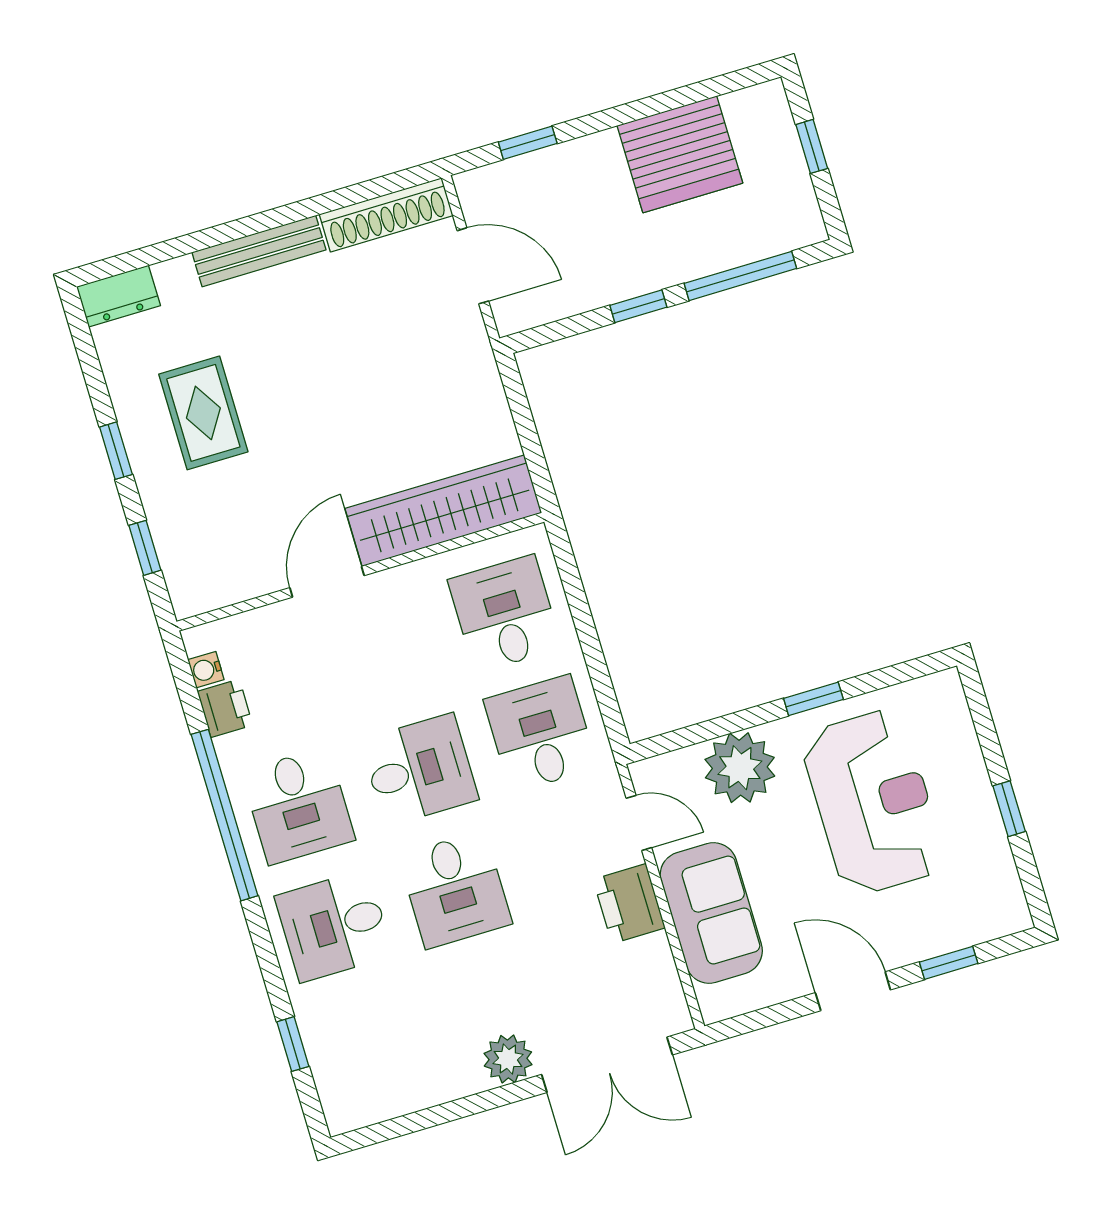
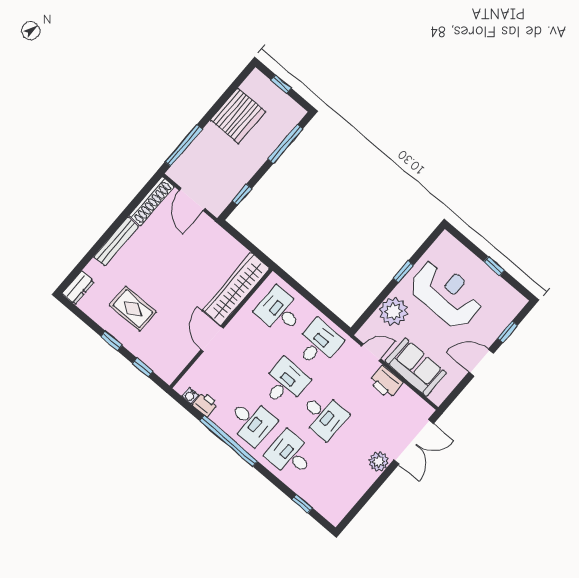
window: (528, 143) -> (184, 145), width x2.17
door: (473, 266) -> (192, 199), swing flipped
window: (638, 306) -> (242, 195), moved
desk: (541, 734) -> (318, 344), turned 90
desk: (334, 926) -> (290, 455), turned 90

